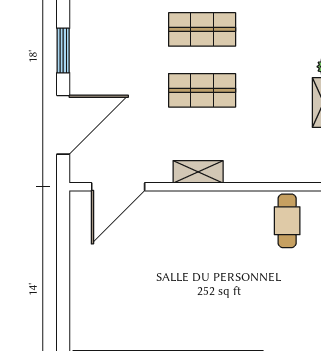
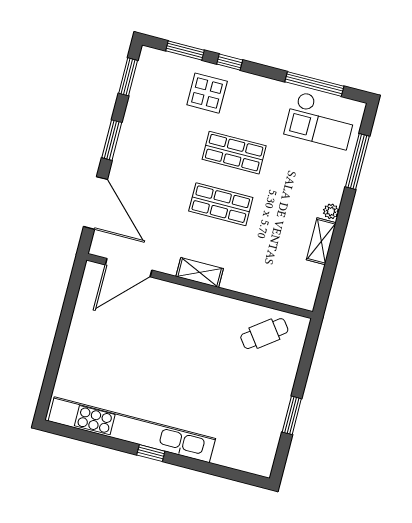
door: (63, 125) -> (96, 203), hinge flipped
cafe table: (287, 221) -> (264, 334), turned 53

